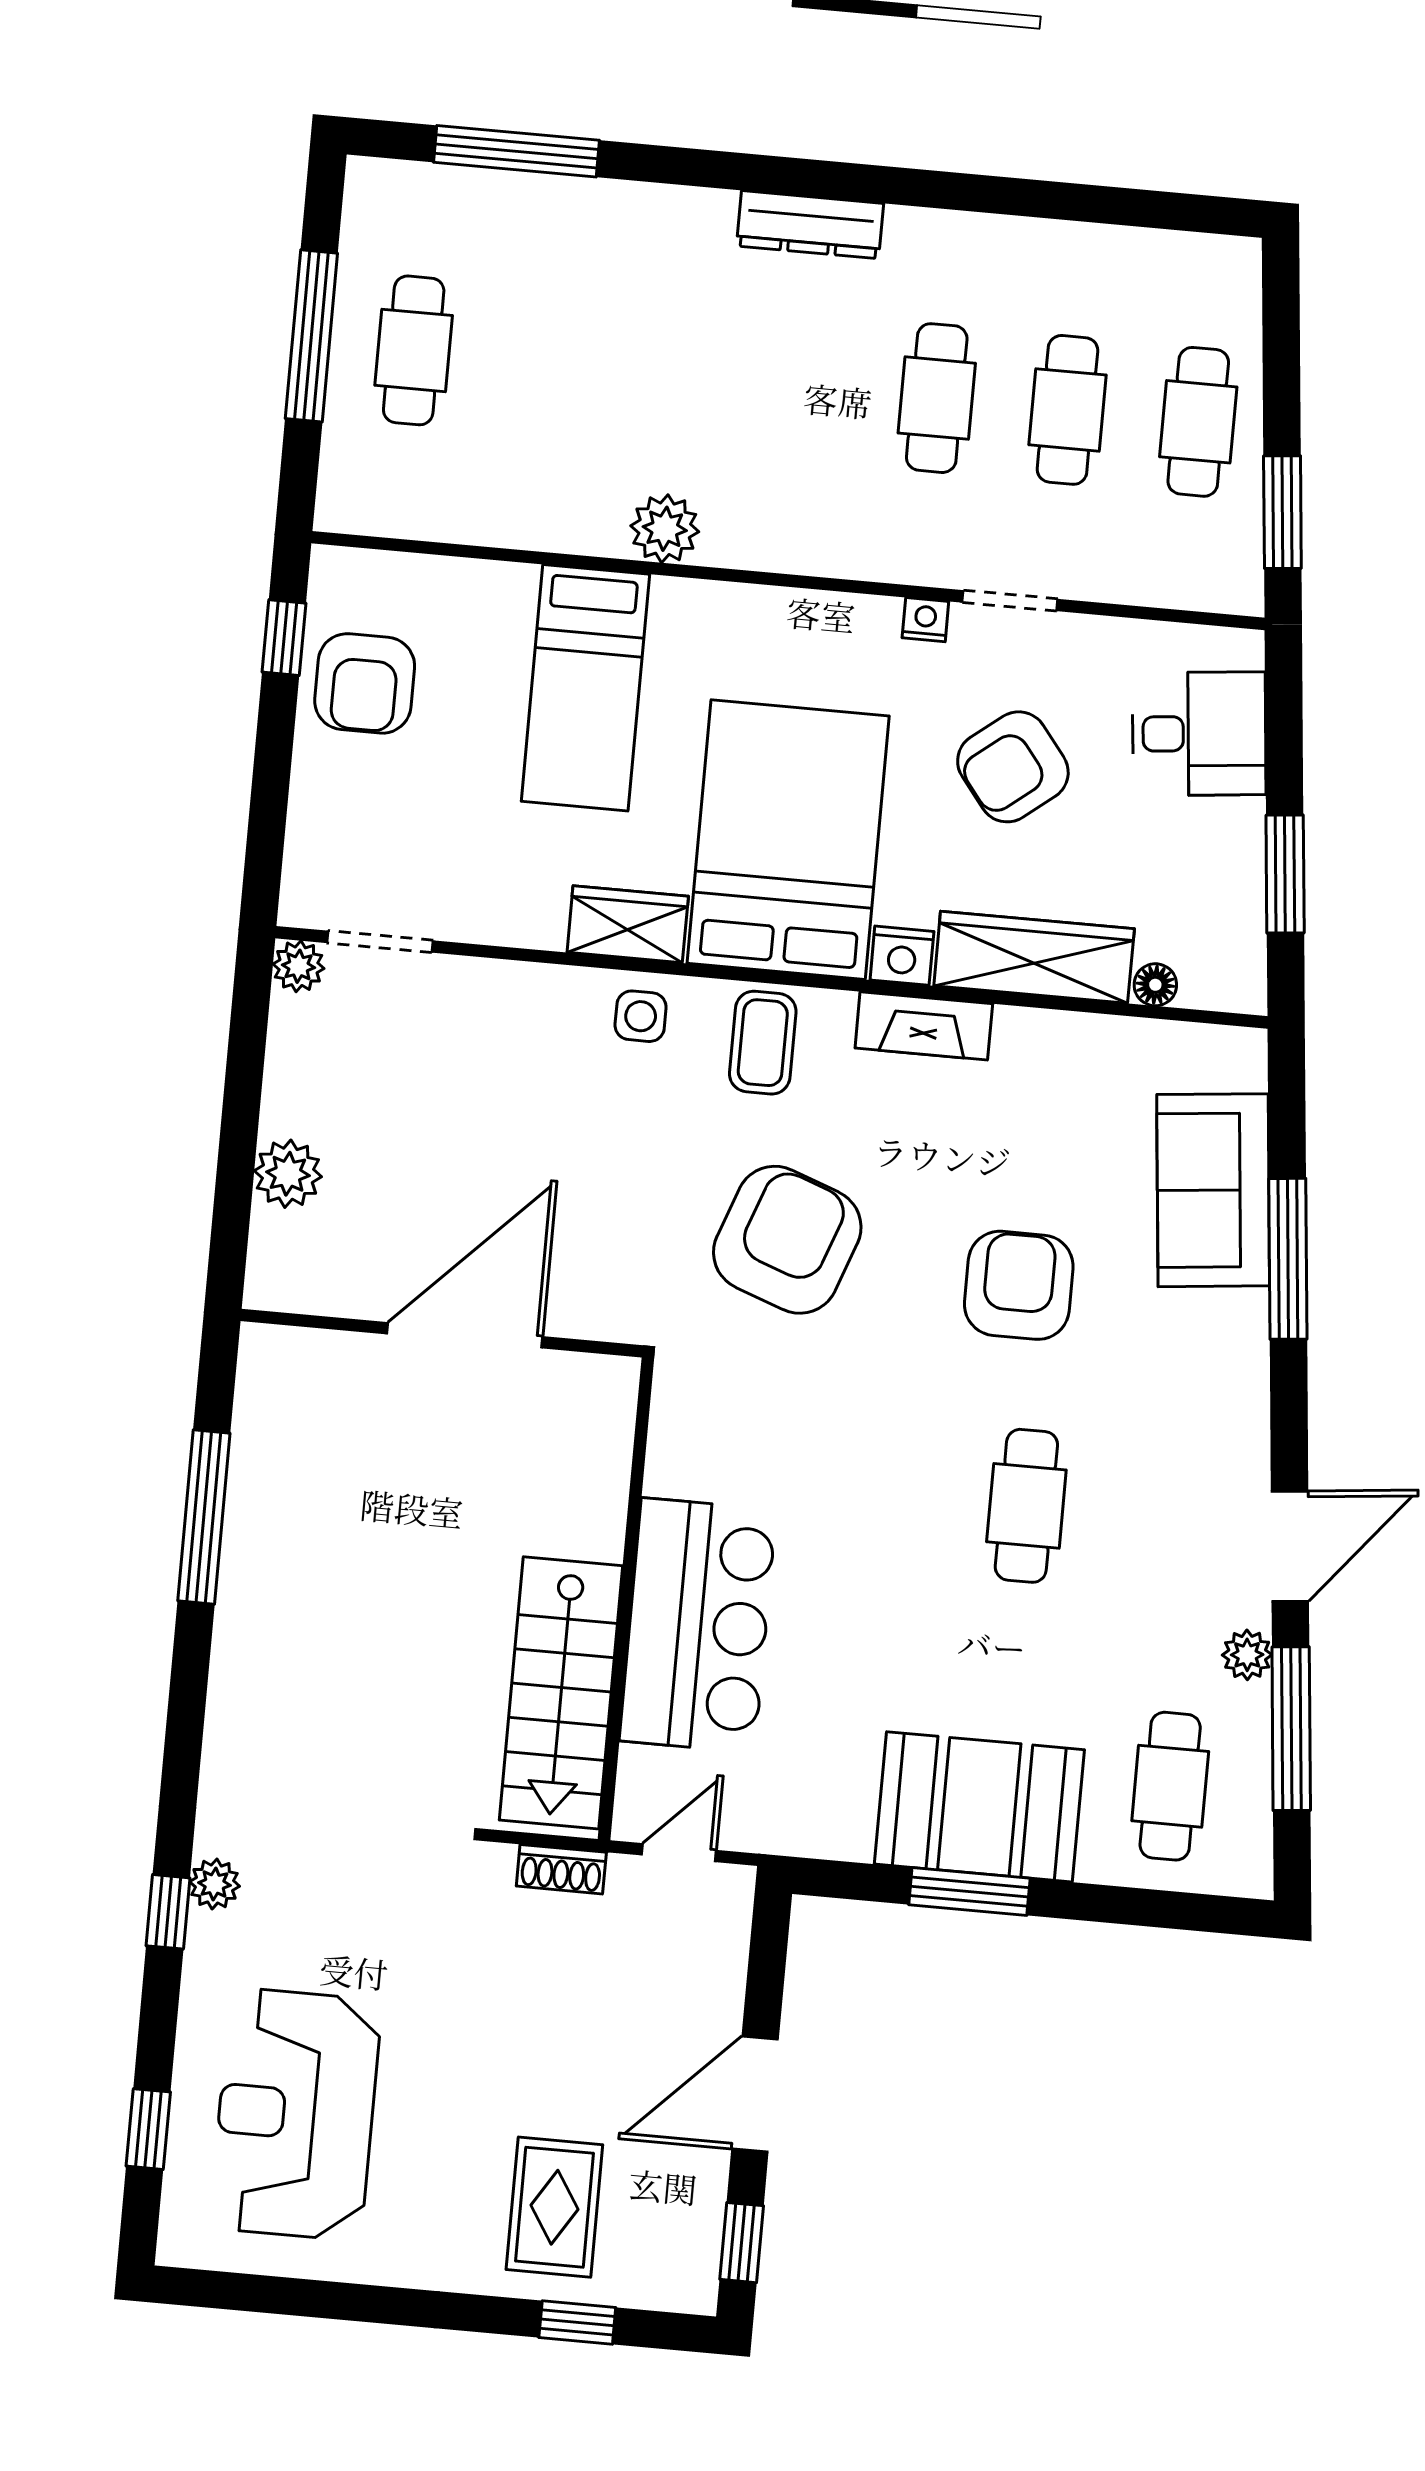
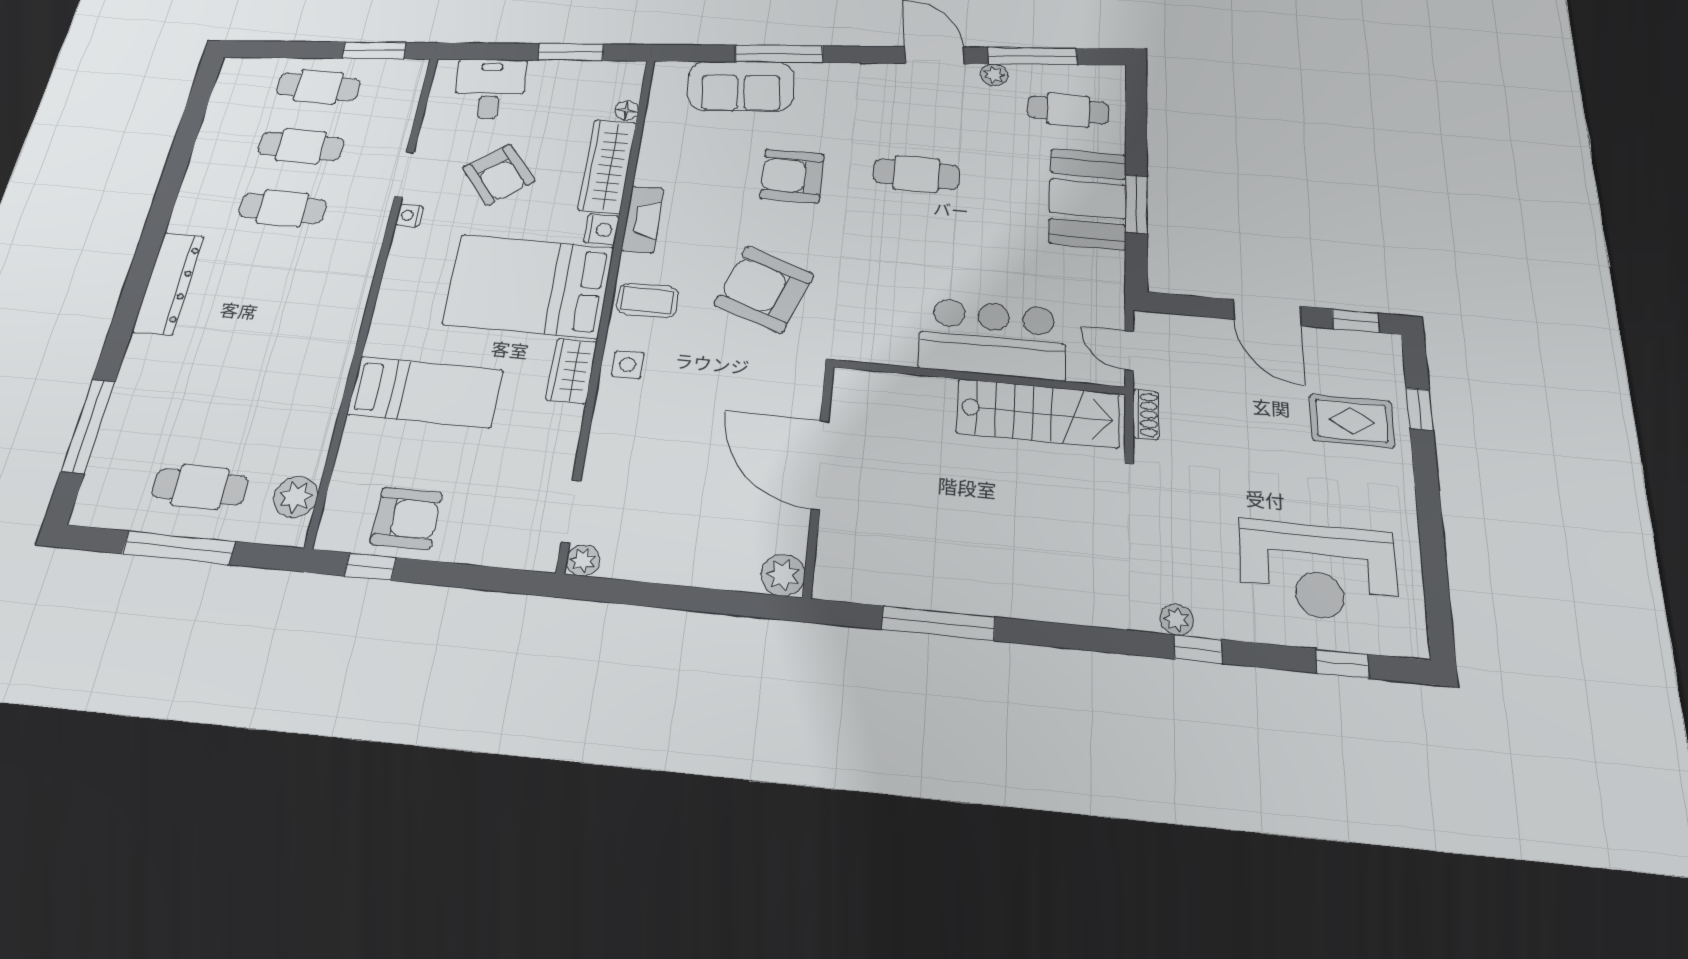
dresser: (810, 225) -> (168, 283), width x1.37, depth x1.24
plant: (665, 529) -> (296, 497), moved
plant: (288, 1174) -> (783, 575), moved

